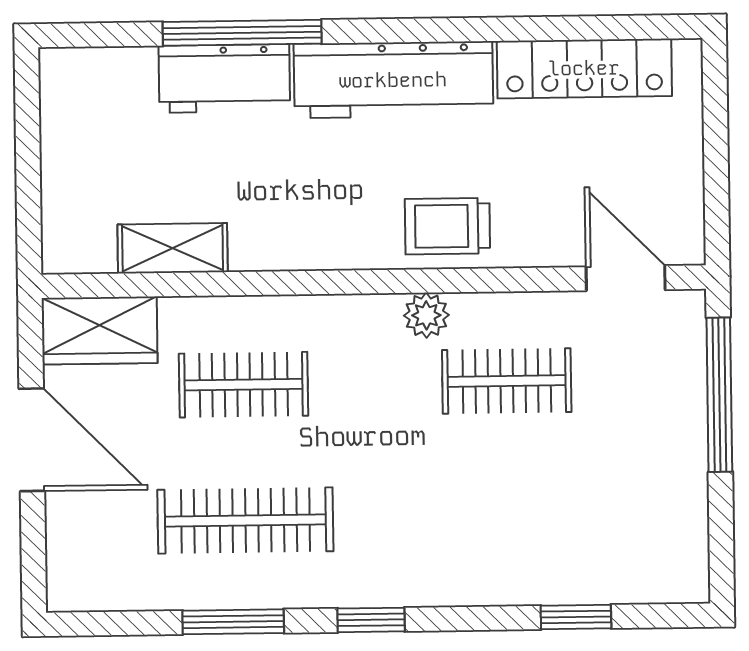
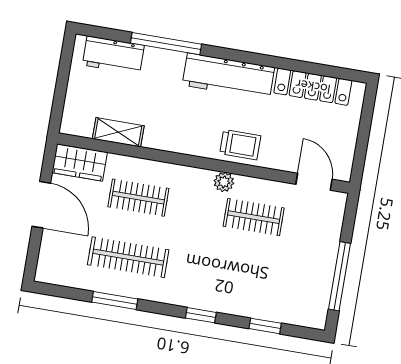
workbench: (224, 78) -> (113, 55), moved
trolley: (447, 226) -> (240, 145), turned 180
window: (719, 395) -> (340, 276), moved
window: (371, 620) -> (201, 315), moved

